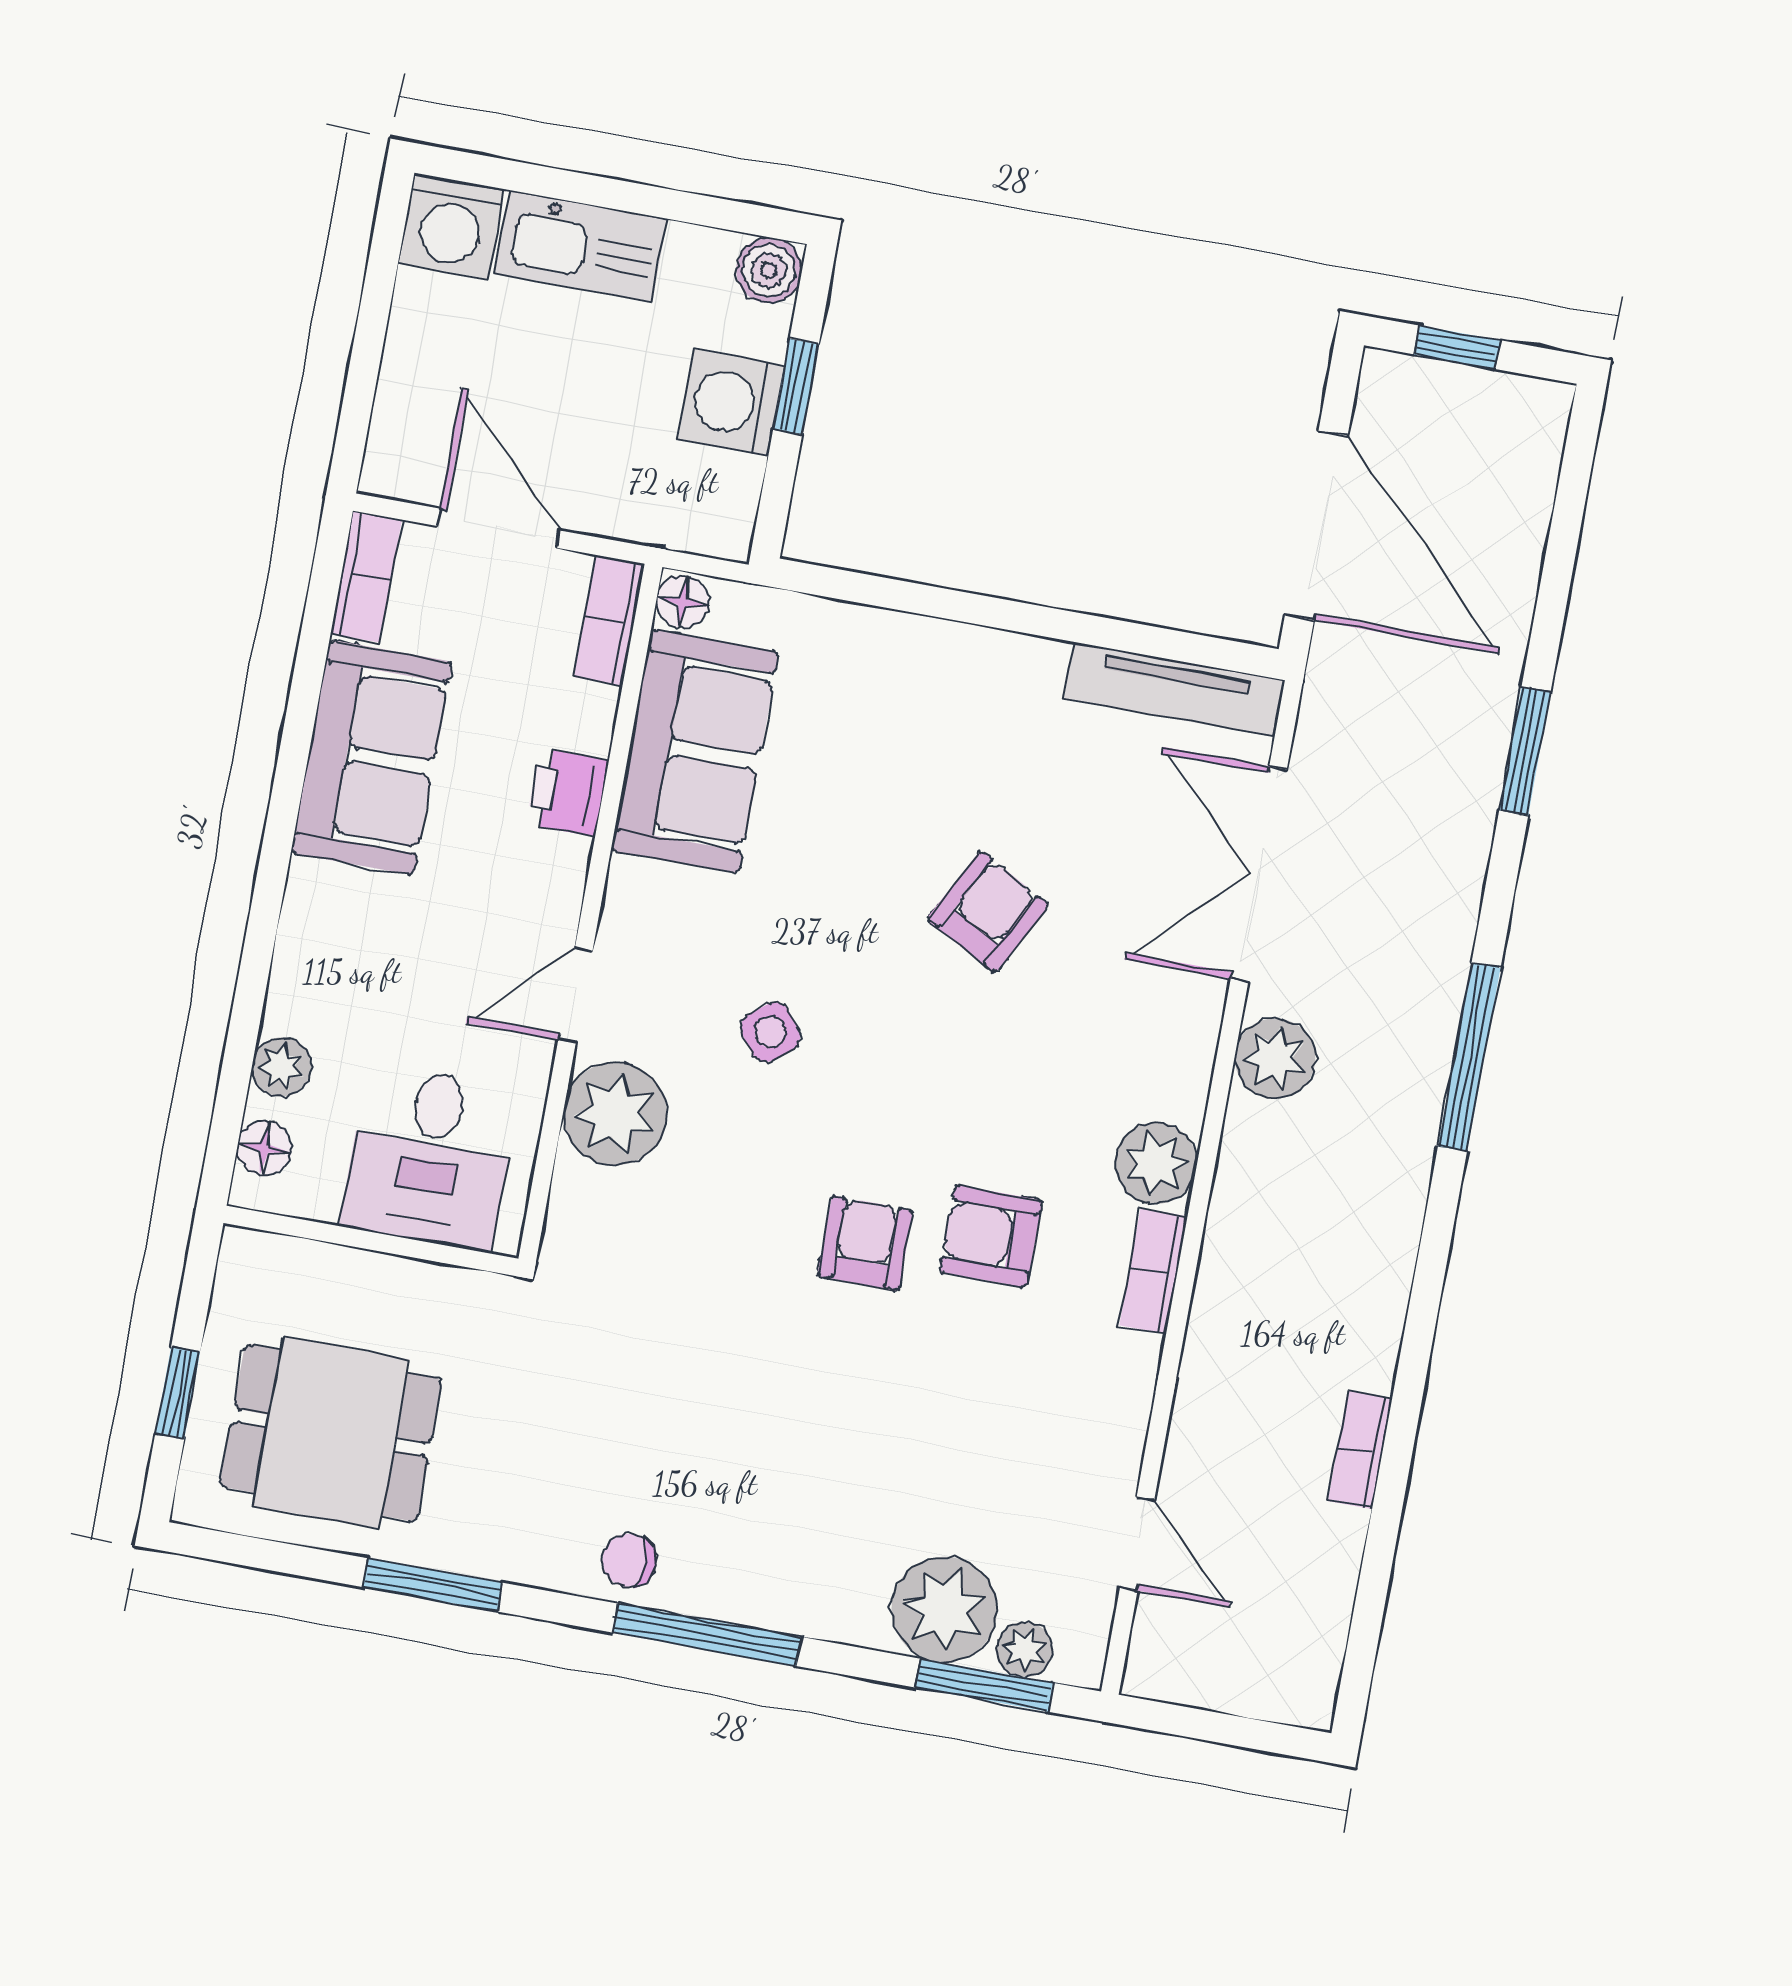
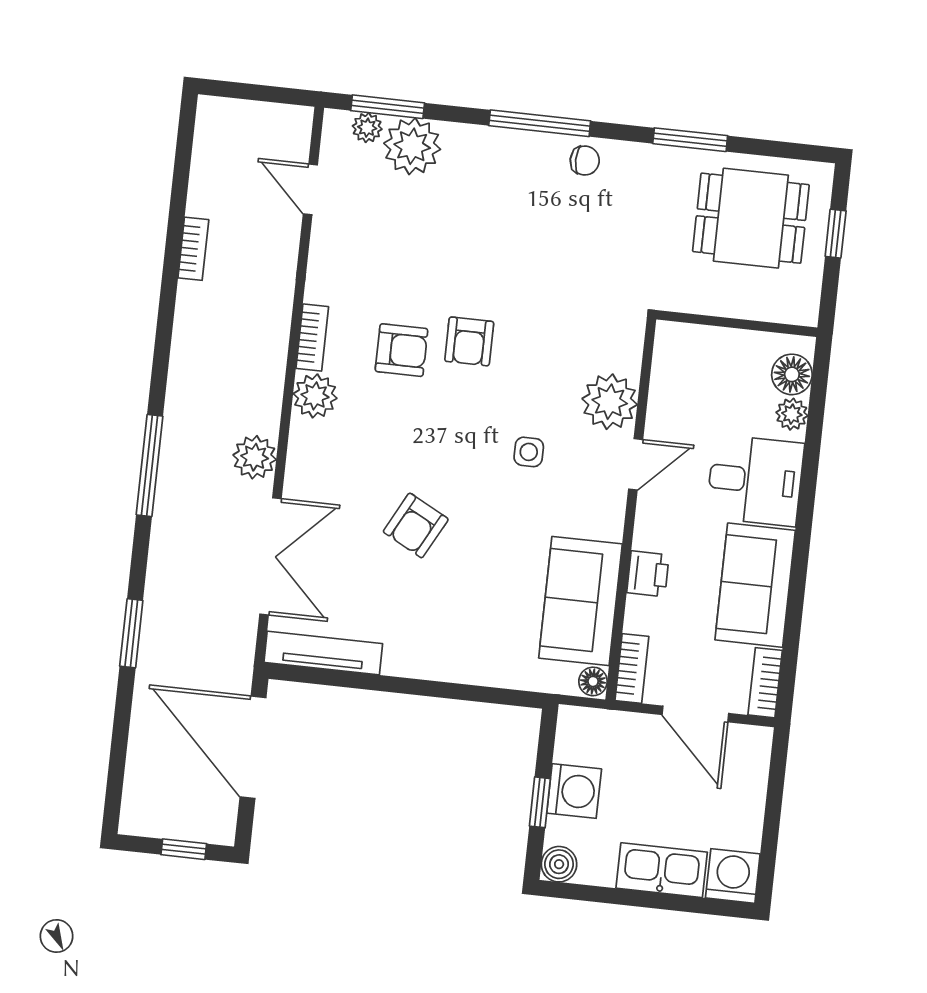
side table: (770, 1032) -> (529, 452), turned 38
floor lamp: (265, 1148) -> (792, 374), width x1.37, depth x1.37
desk: (430, 1158) -> (755, 480), moved, turned 90

